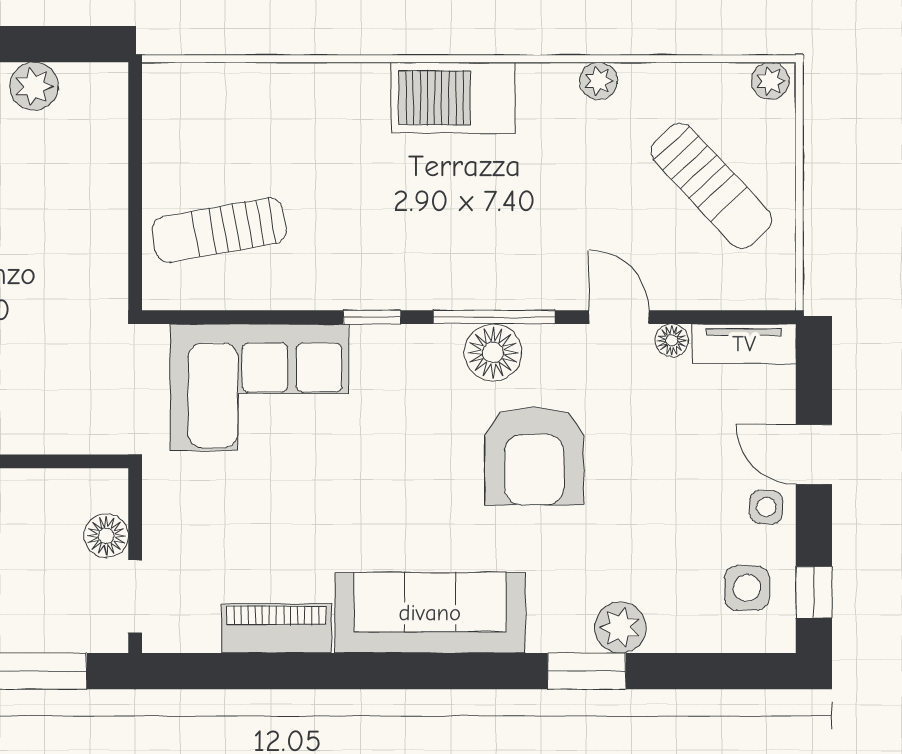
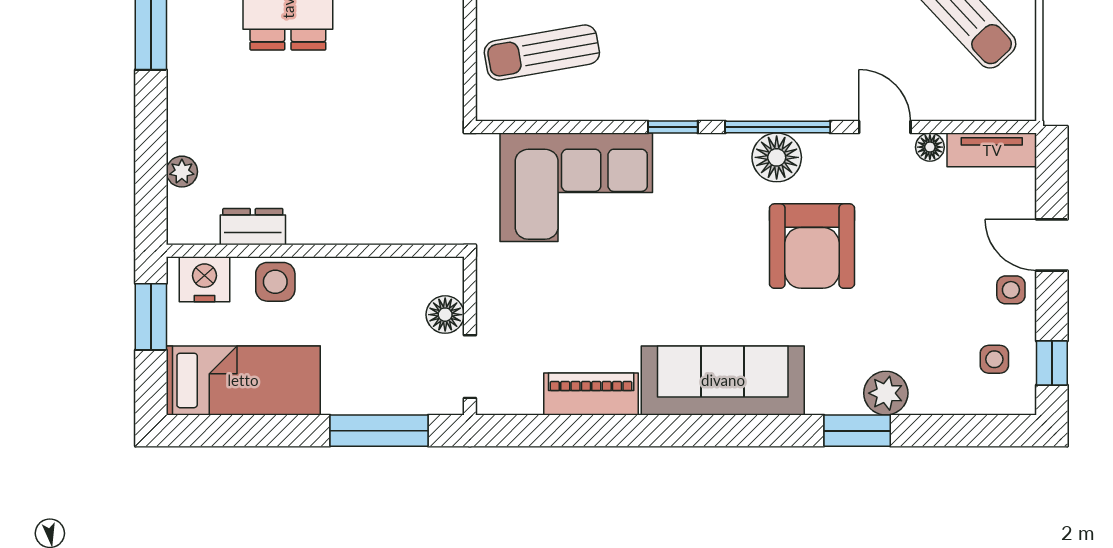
side table: (747, 588) -> (994, 359), width x0.73, depth x0.73

